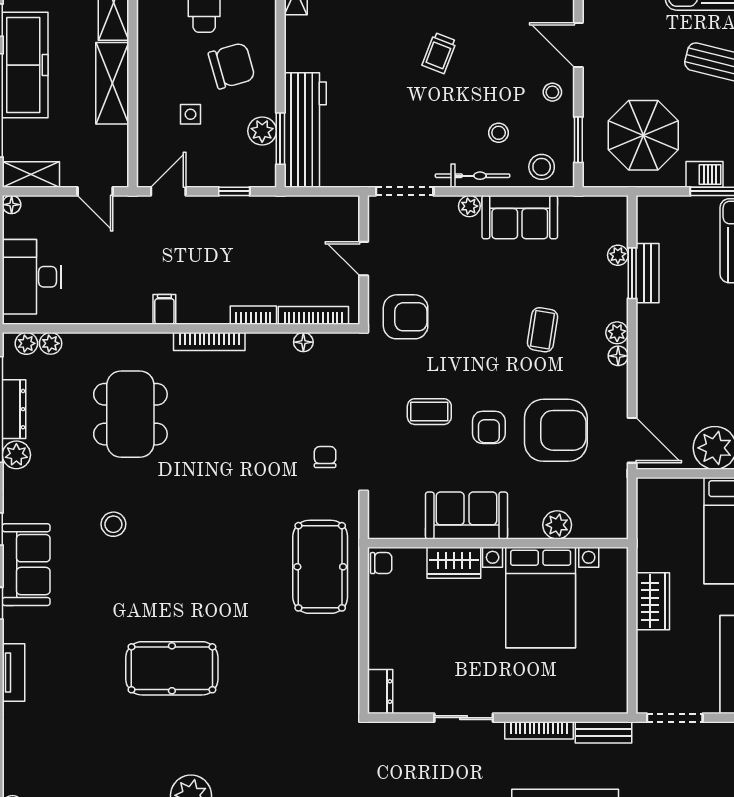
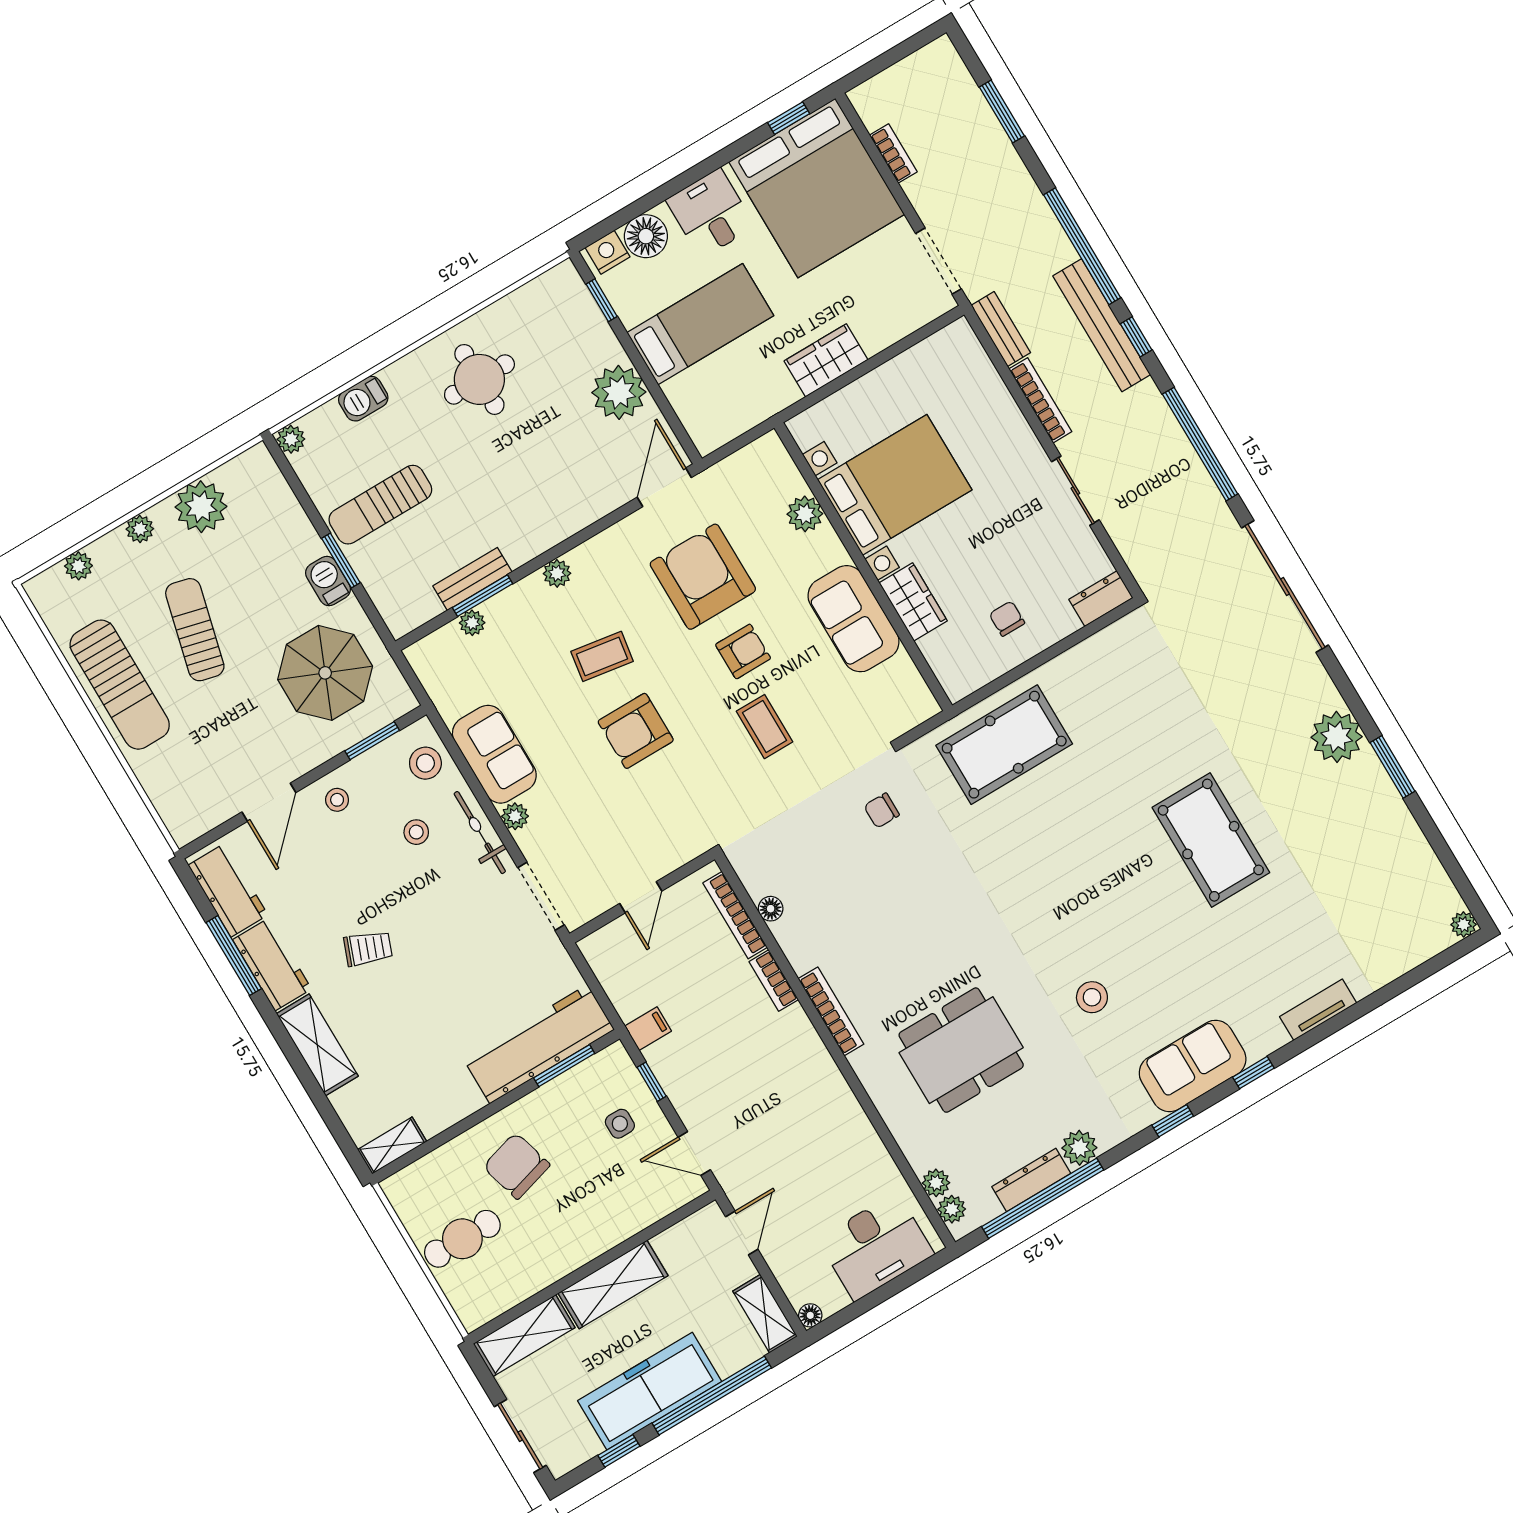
side table: (190, 114) -> (620, 1124), moved
plant: (262, 131) -> (568, 1090), removed
filing cabinet: (164, 309) -> (648, 1029), moved, turned 180
armchair: (406, 317) -> (636, 731), moved, turned -90
floor lamp: (618, 356) -> (581, 557), removed
chair: (381, 563) -> (1007, 619), moved

